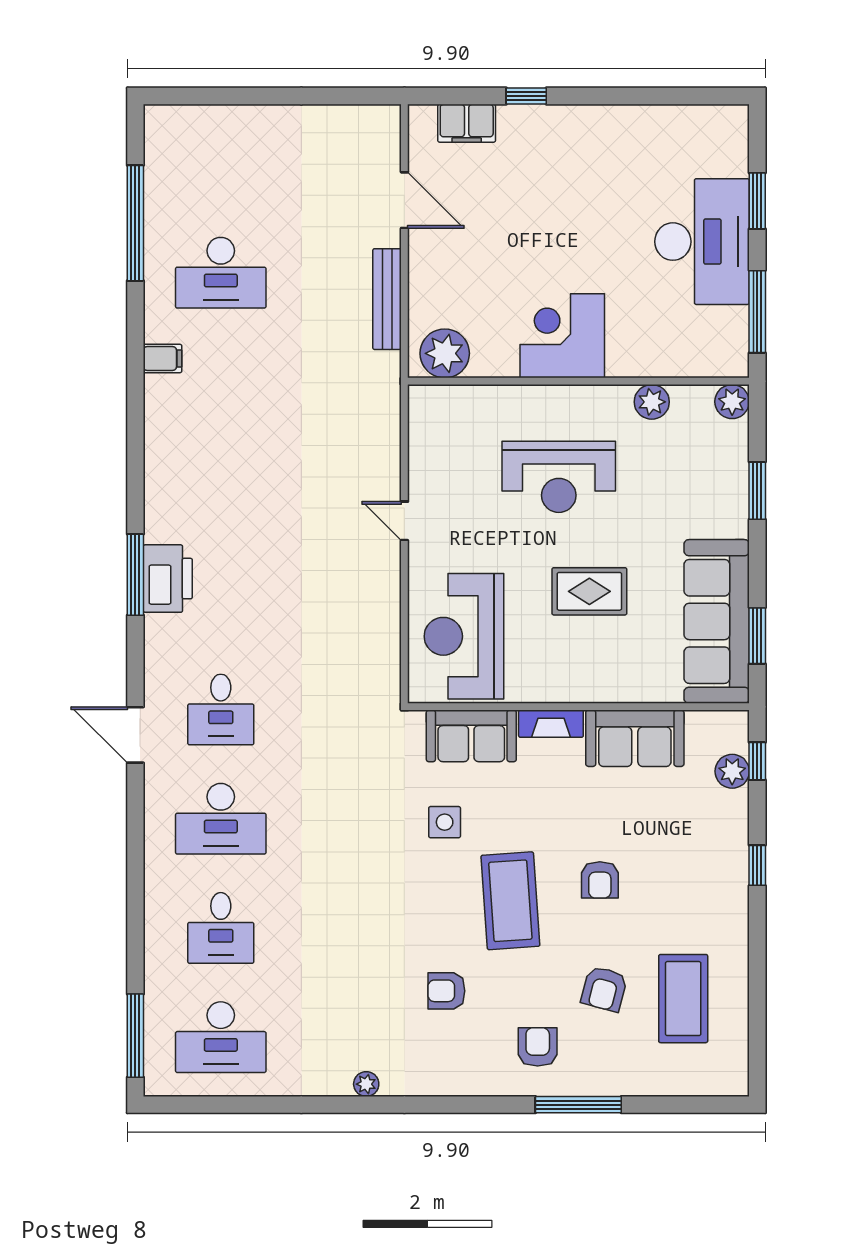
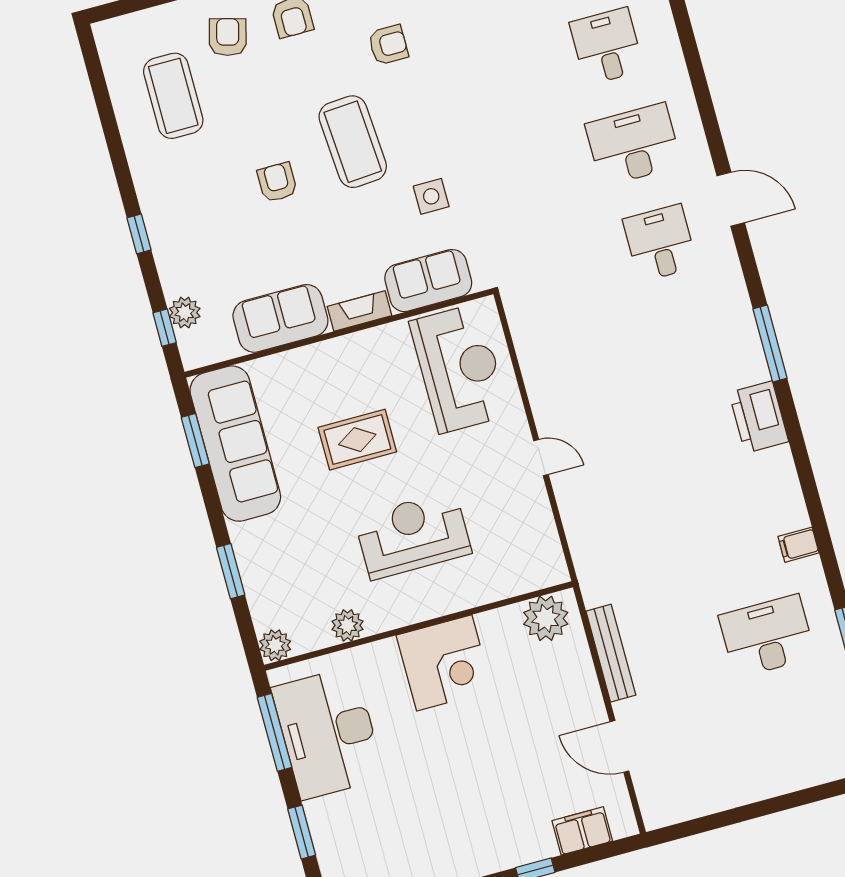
desk: (702, 242) -> (328, 733), moved
printer: (168, 579) -> (759, 417), moved
armchair: (604, 989) -> (228, 37), moved

